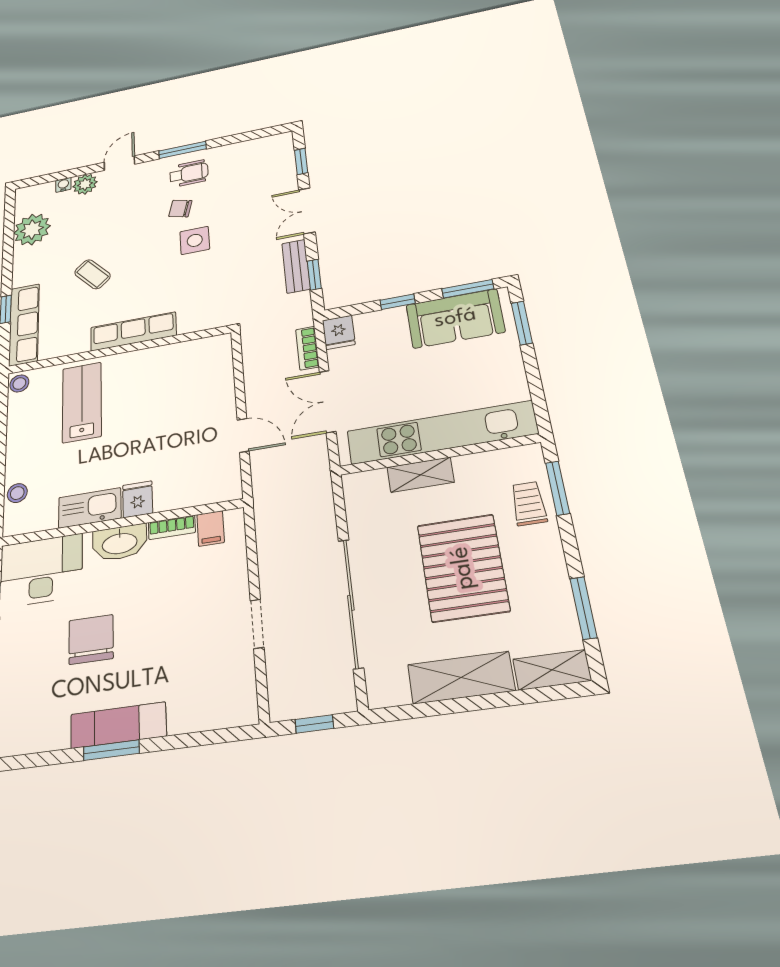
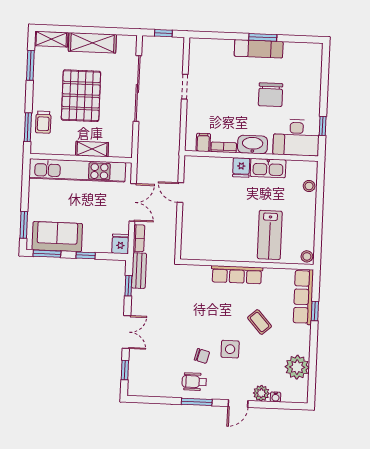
side table: (195, 240) -> (230, 349), moved
bench: (296, 266) -> (139, 271), moved

